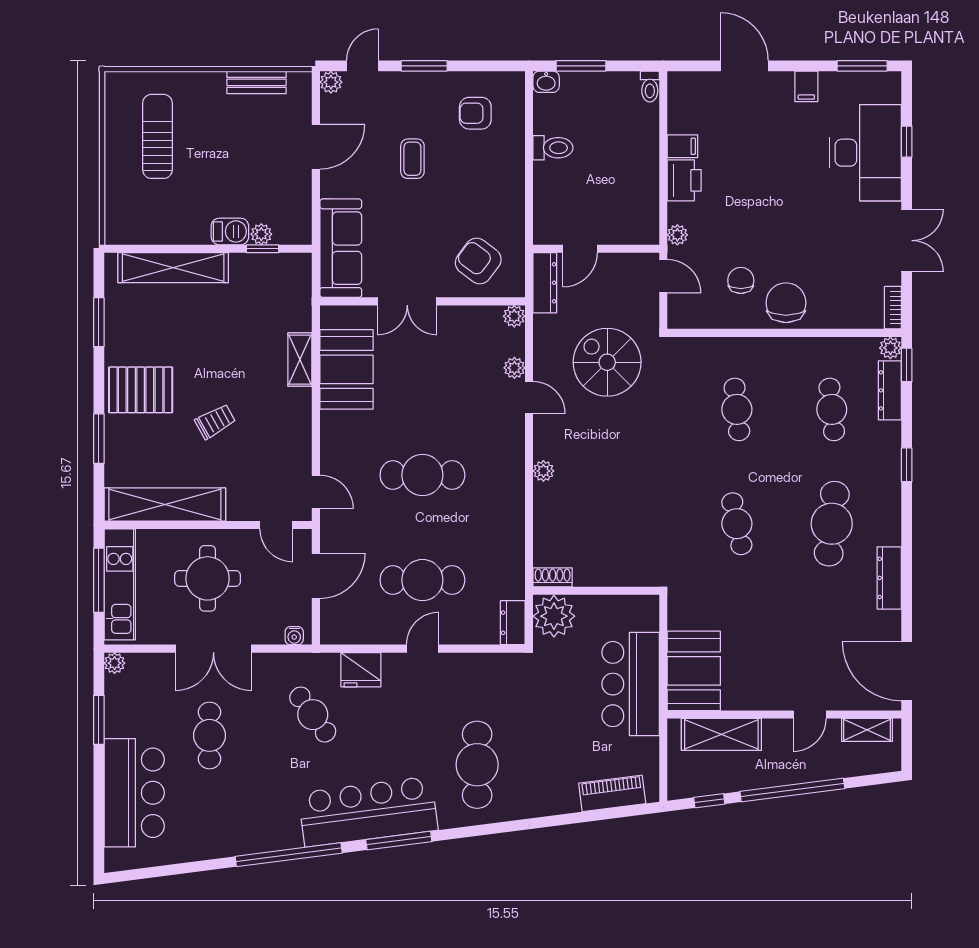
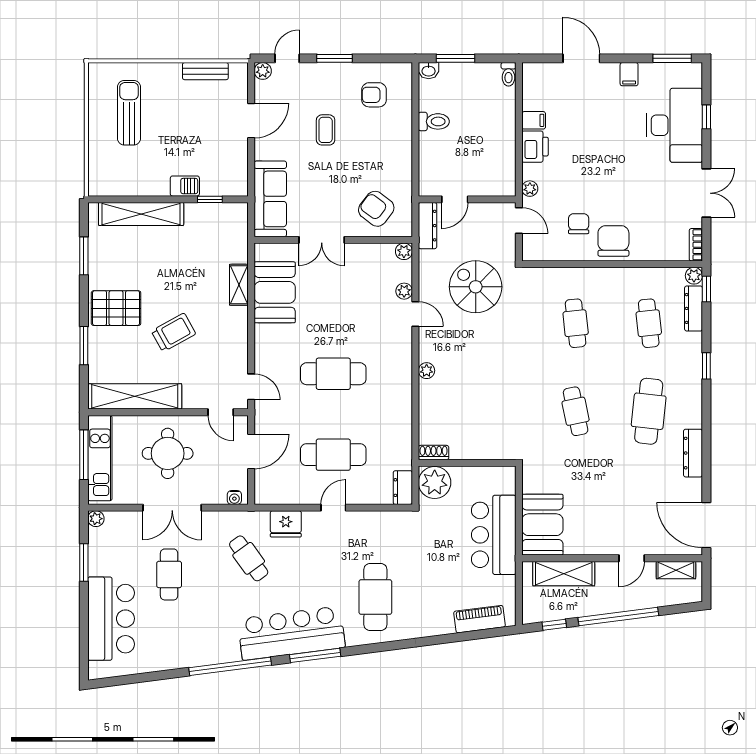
plant: (261, 234) -> (209, 188), removed
trolley: (215, 421) -> (174, 332), width x1.36, depth x1.39

